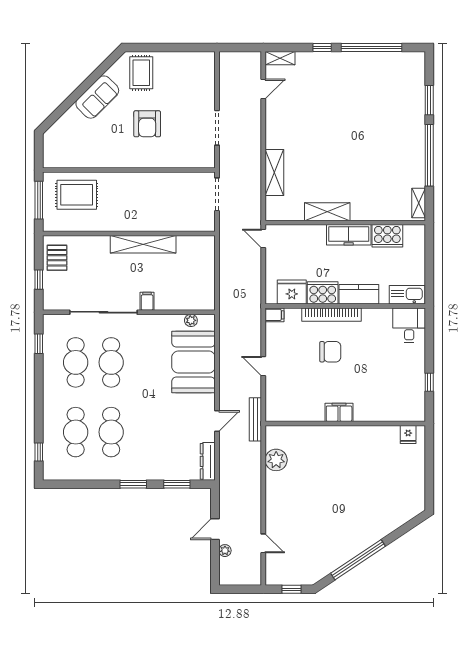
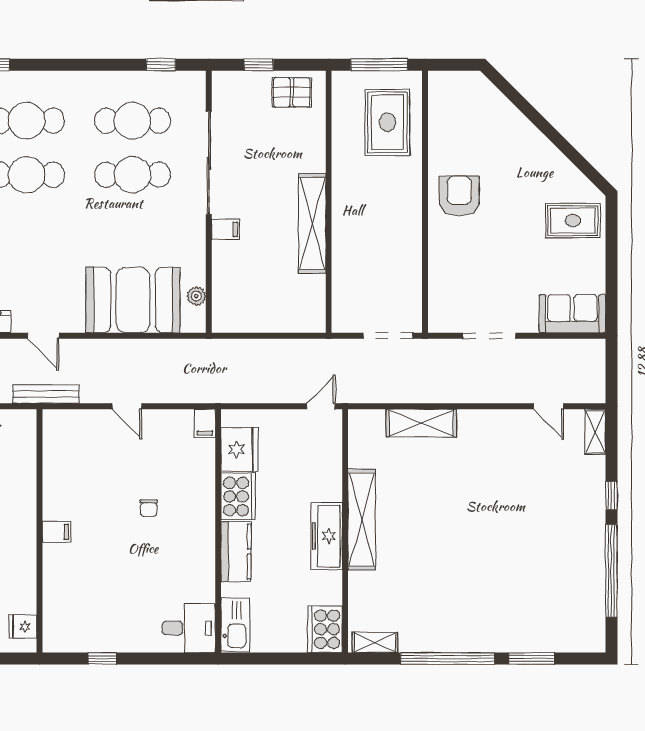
sofa: (97, 97) -> (572, 314), moved, turned 135
armchair: (147, 124) -> (459, 196), moved, turned 90
shelving: (327, 212) -> (362, 519), width x1.47
cooker: (387, 236) -> (325, 629), moved
bookcase: (331, 315) -> (205, 510), removed
chair: (330, 352) -> (149, 508), width x0.54, depth x0.54
door: (263, 366) -> (127, 406), swing flipped
filing cabinet: (339, 412) -> (56, 532), width x0.50

